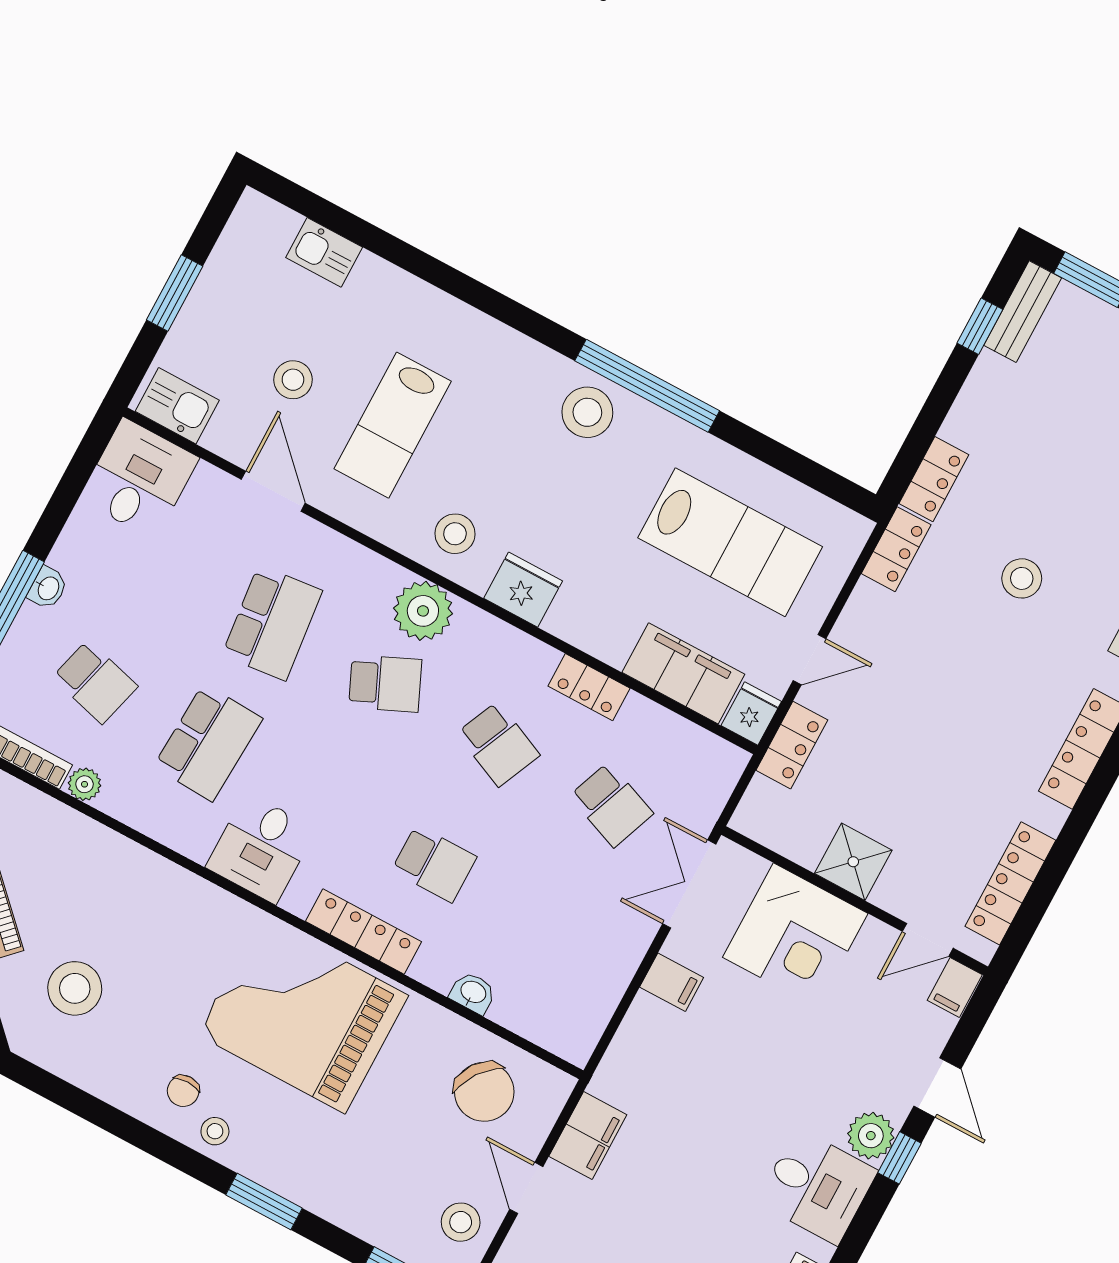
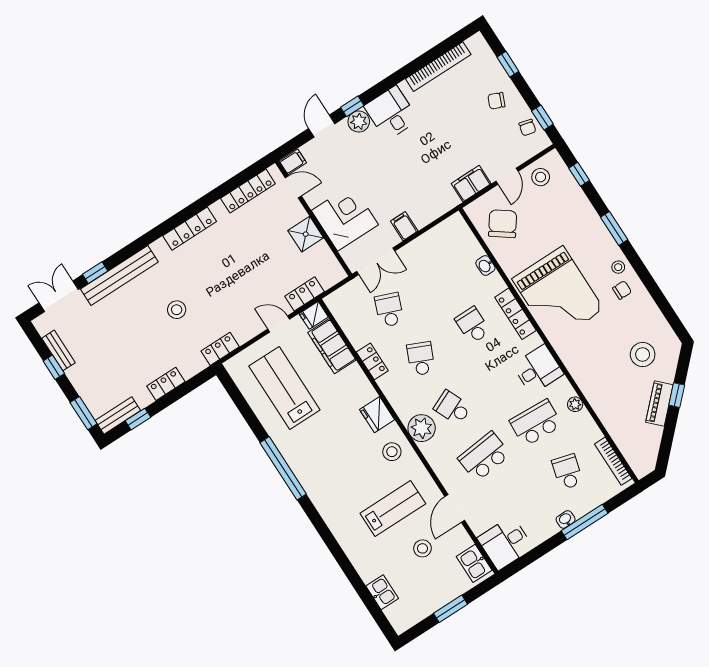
stool: (587, 412) -> (313, 471), removed
locker: (934, 479) -> (166, 384), moved
plant: (85, 784) -> (575, 404), moved

